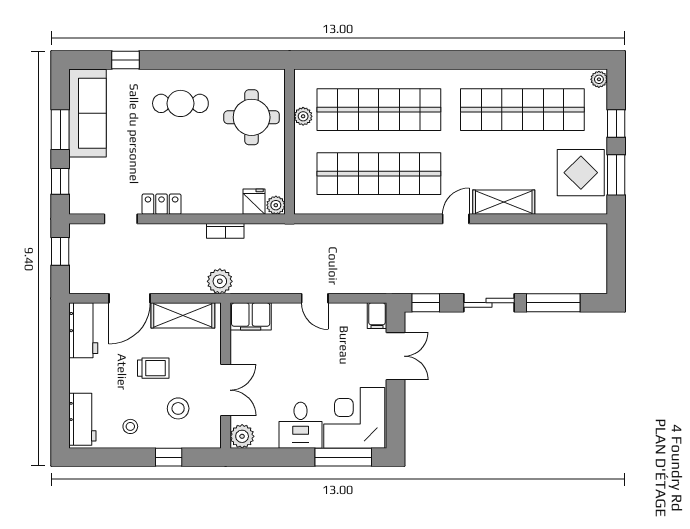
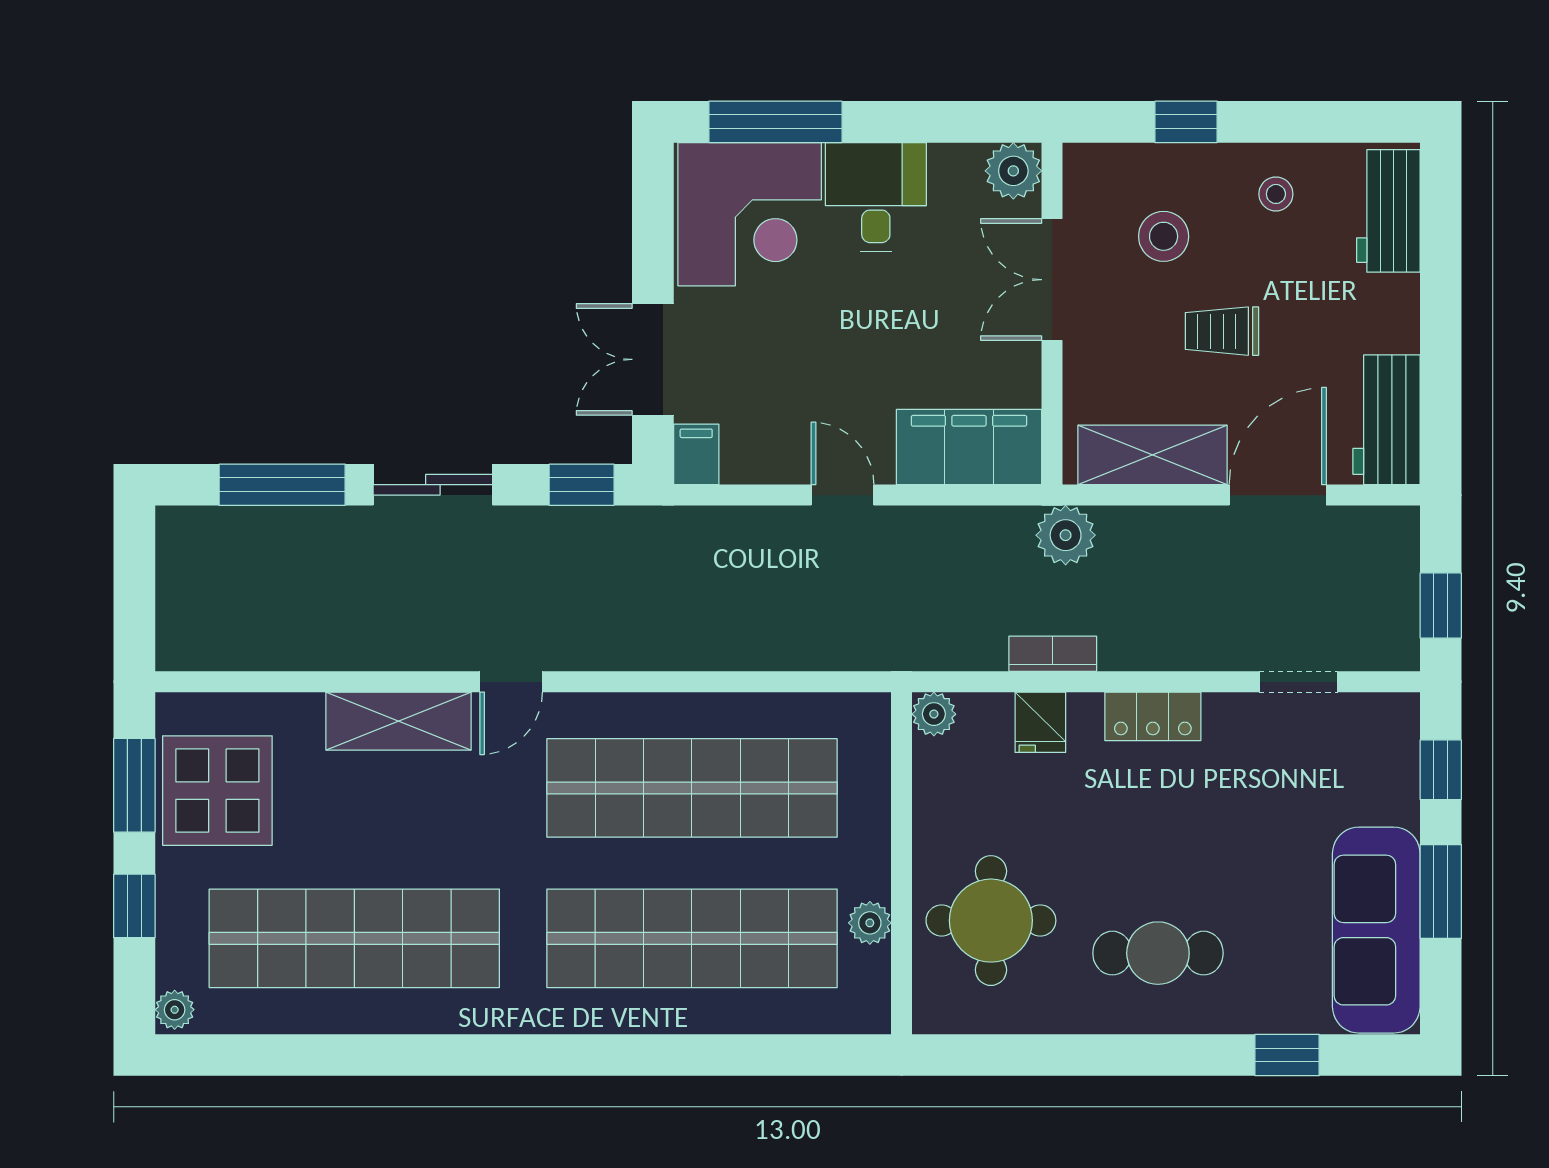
fridge: (254, 202) -> (1040, 722), moved
locker: (162, 204) -> (1153, 716), moved
filing cabinet: (251, 316) -> (969, 447), width x1.50, depth x1.17

